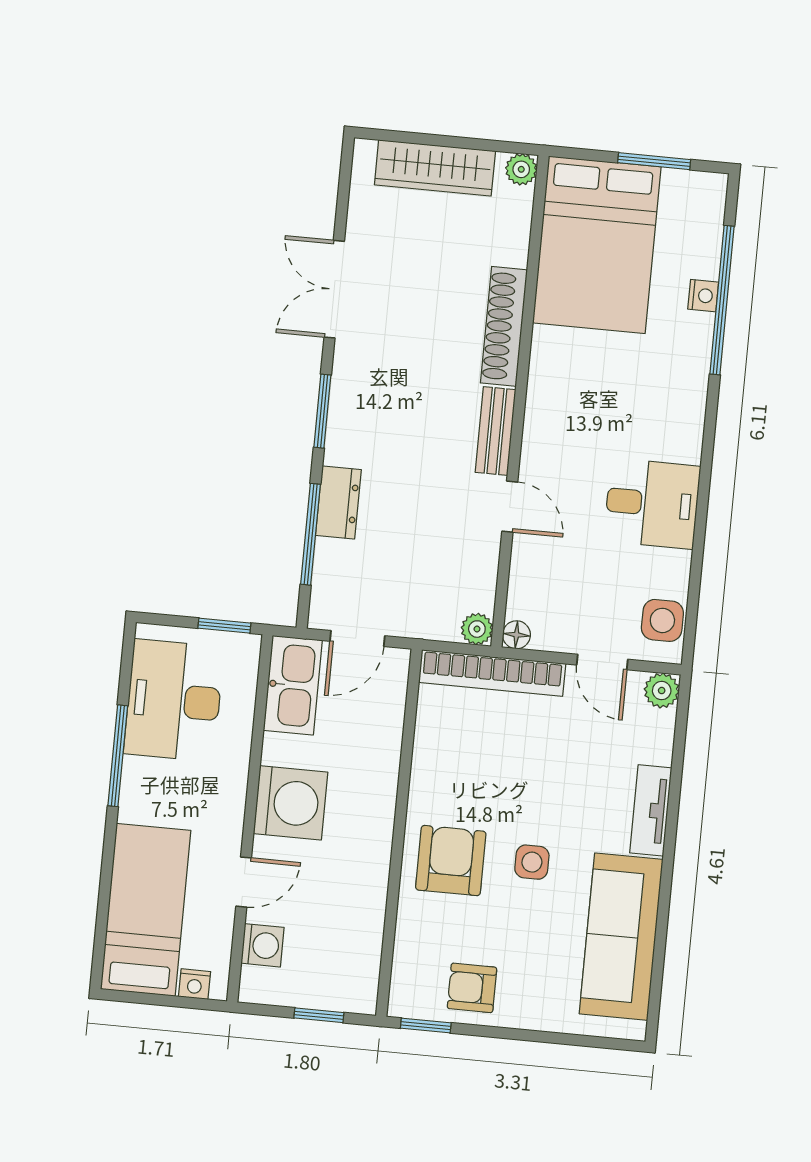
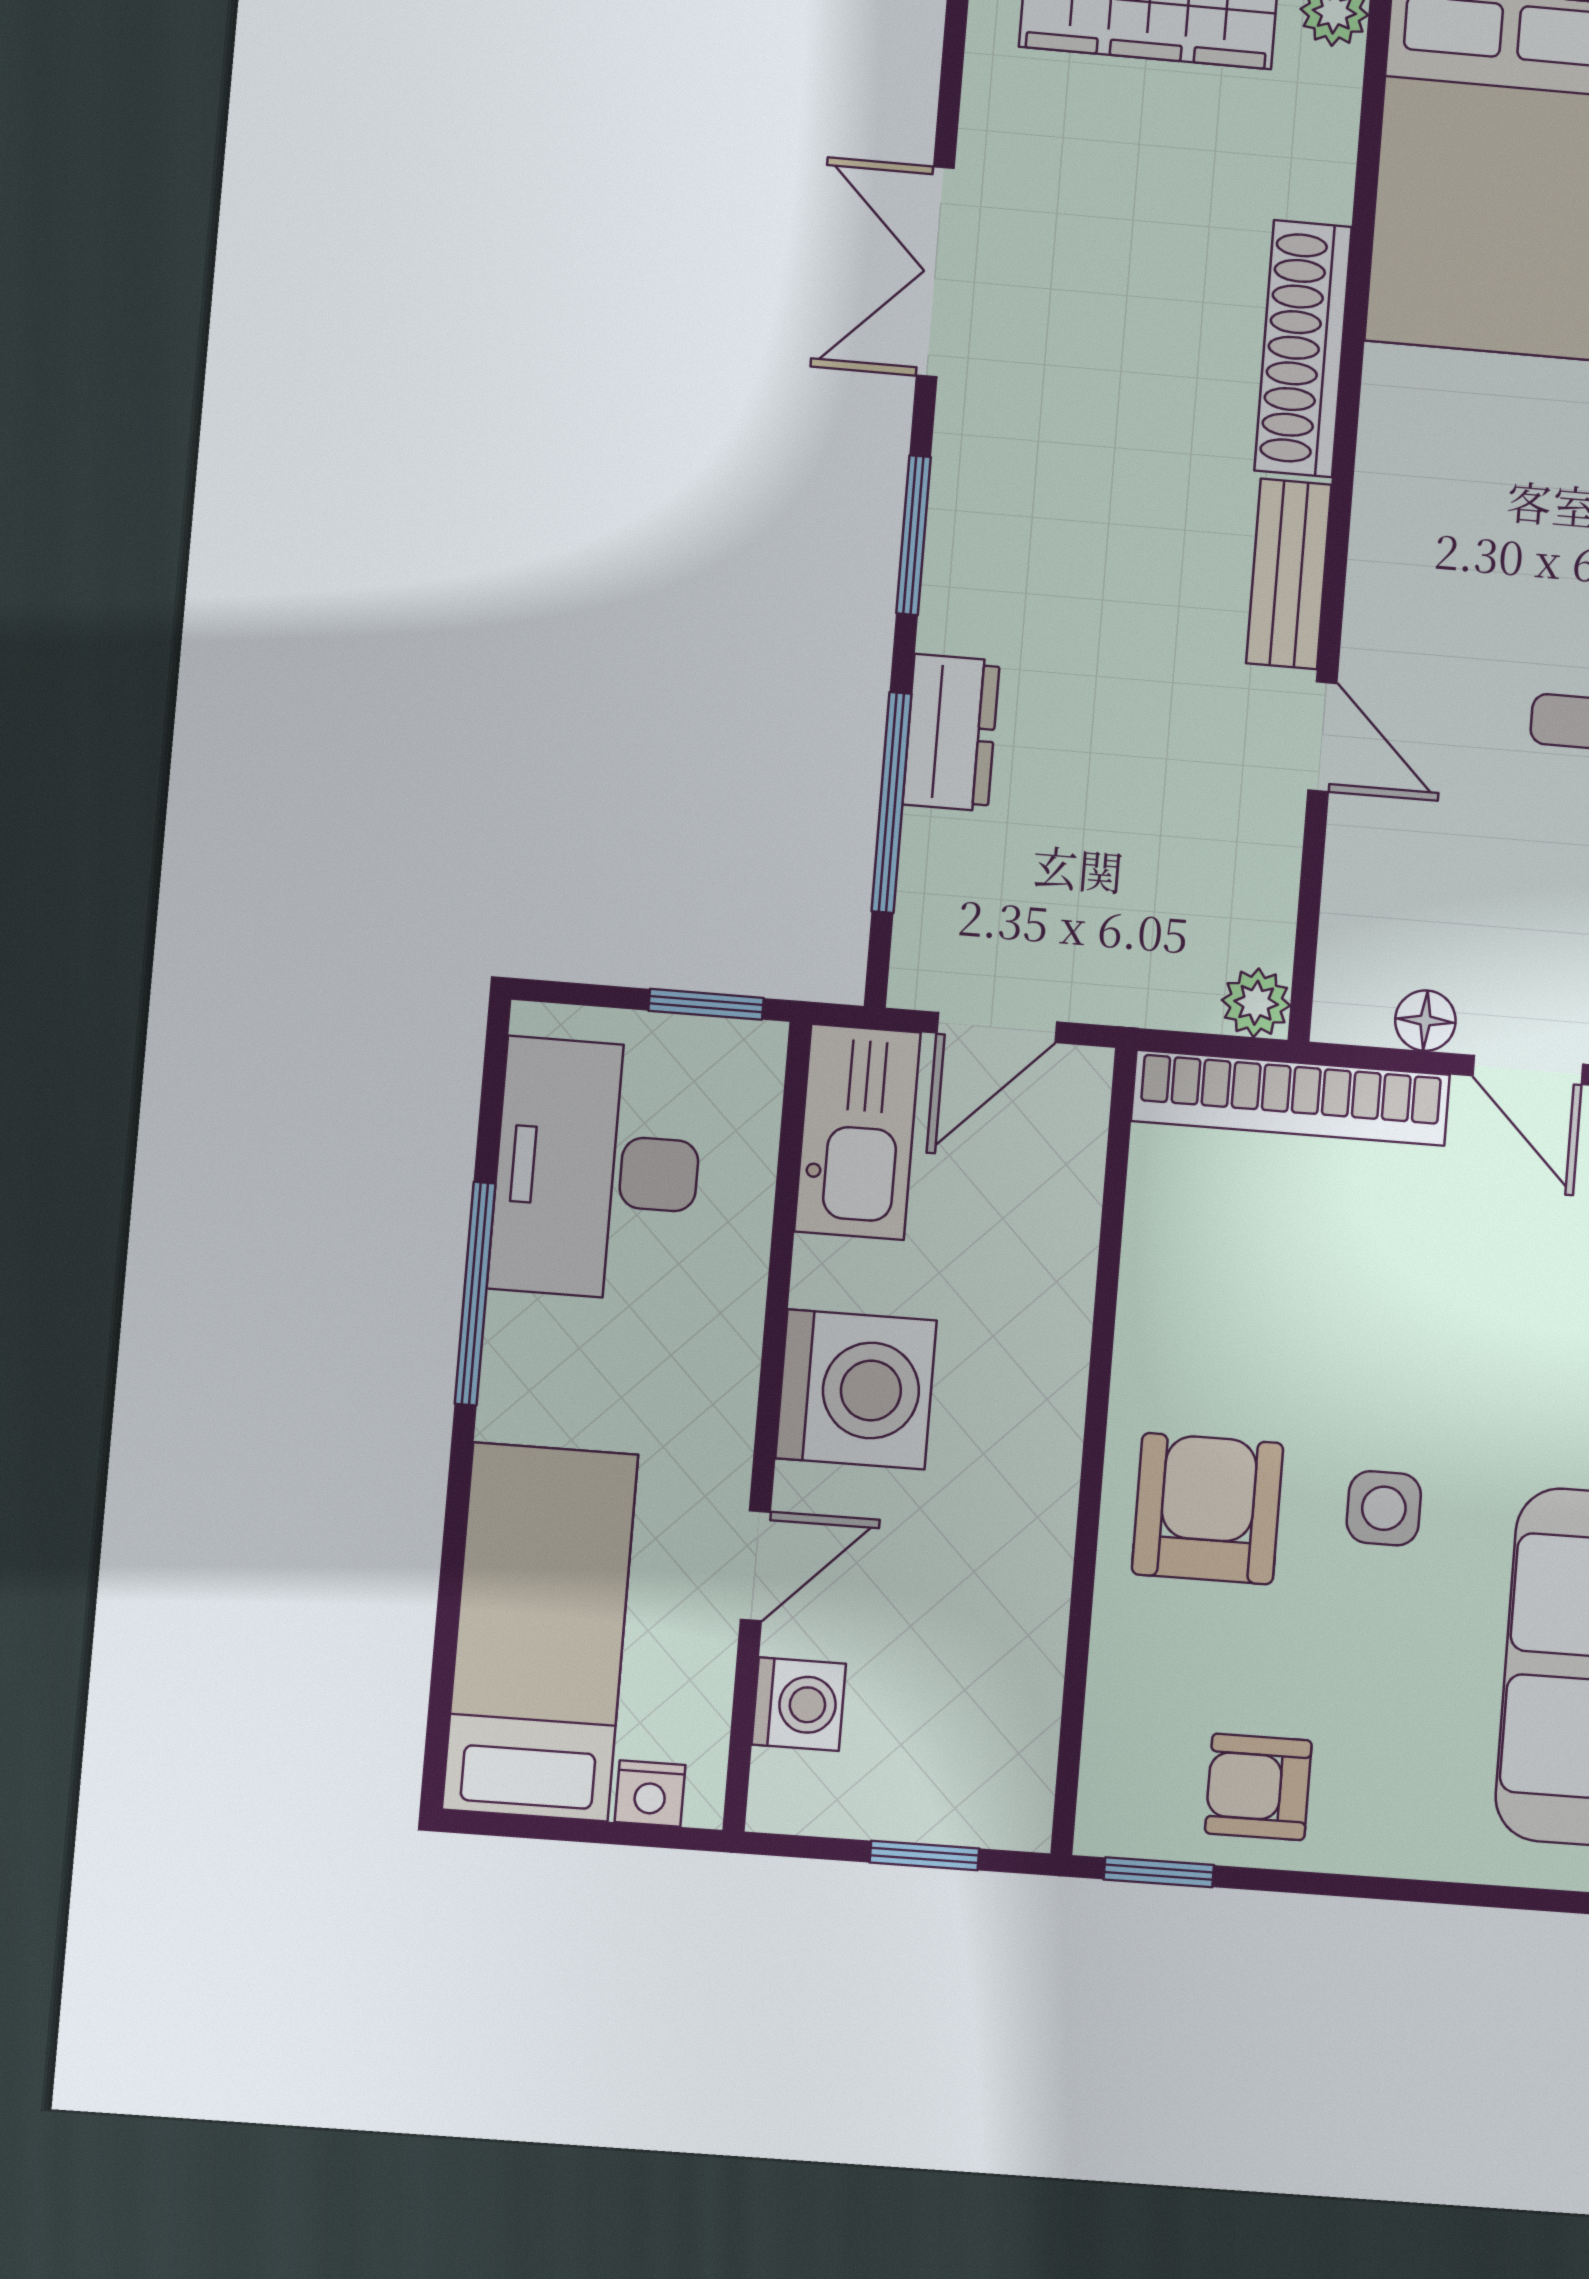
floor lamp: (516, 635) -> (1425, 1021), moved

